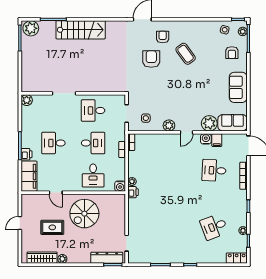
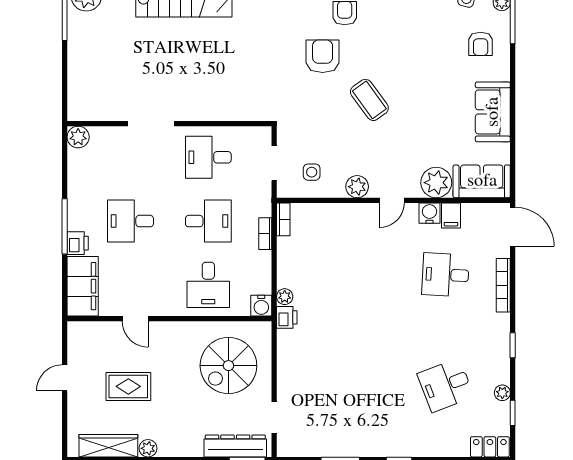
coffee table: (186, 54) -> (369, 100), moved
spiral stairs: (84, 214) -> (228, 366), moved

